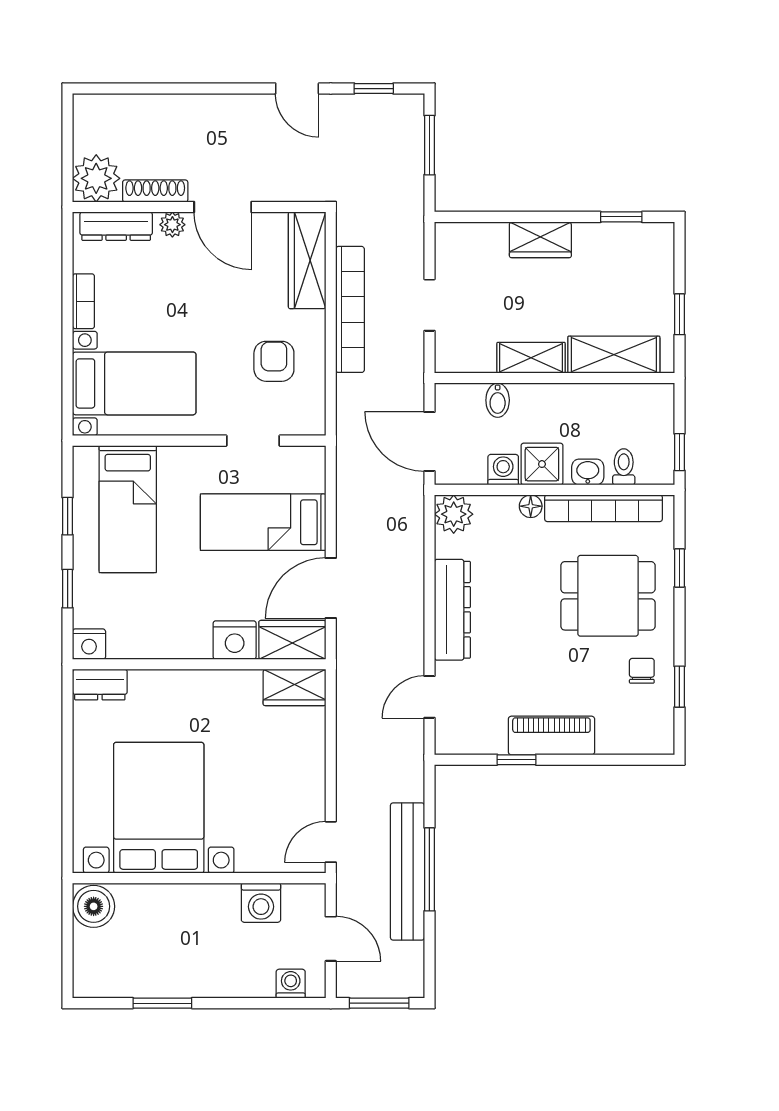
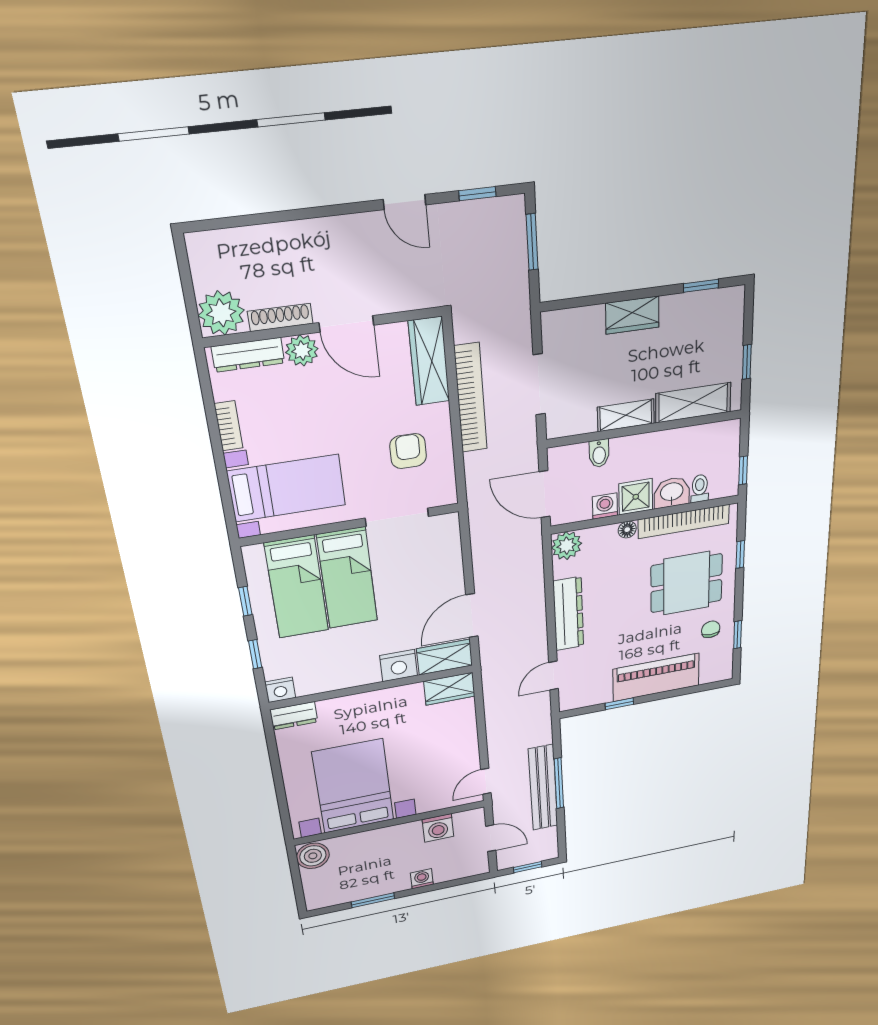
plant: (172, 225) -> (302, 351), width x1.38, depth x1.38
doorway: (429, 305) -> (539, 384), width x1.38
doorway: (253, 441) -> (397, 517), width x1.38
washbasin: (588, 472) -> (672, 492), width x1.38, depth x1.45
bed: (263, 522) -> (347, 578), moved, turned -90
piano: (551, 735) -> (656, 677), width x1.37, depth x1.33
washing machine: (291, 984) -> (422, 879), moved
window: (379, 1003) -> (528, 867), width x0.67

